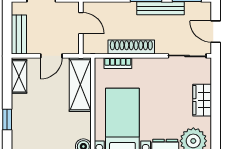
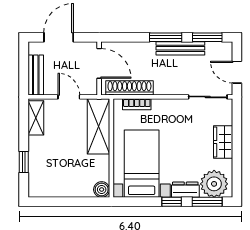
door: (81, 23) -> (99, 63), width x1.38
shoe rack: (131, 47) -> (129, 88), moved
door: (51, 56) -> (69, 97), swing flipped

